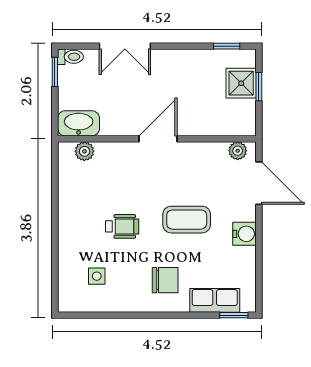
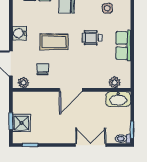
chair: (206, 173) -> (42, 69), added
row of seats: (70, 213) -> (123, 46), added

